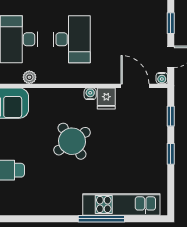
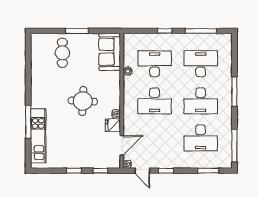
round table: (72, 141) -> (83, 101), turned 37

